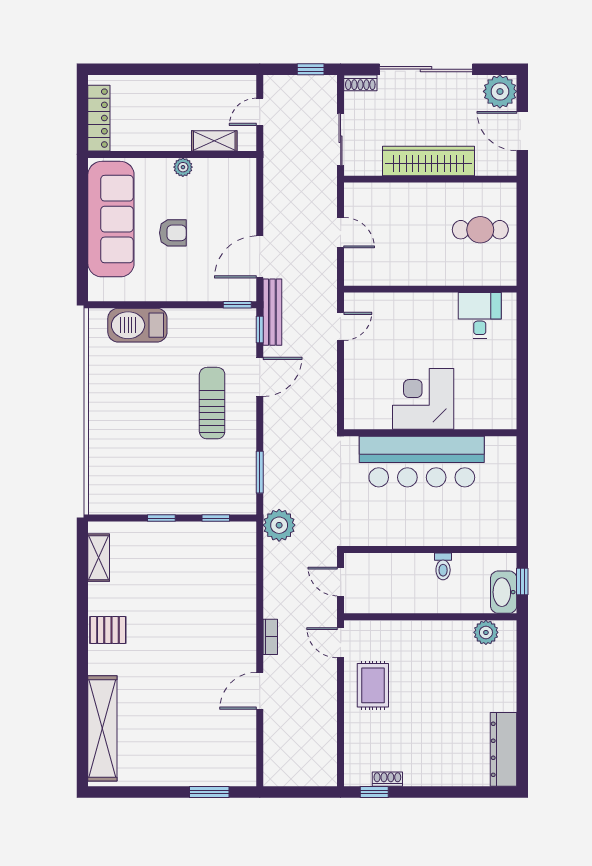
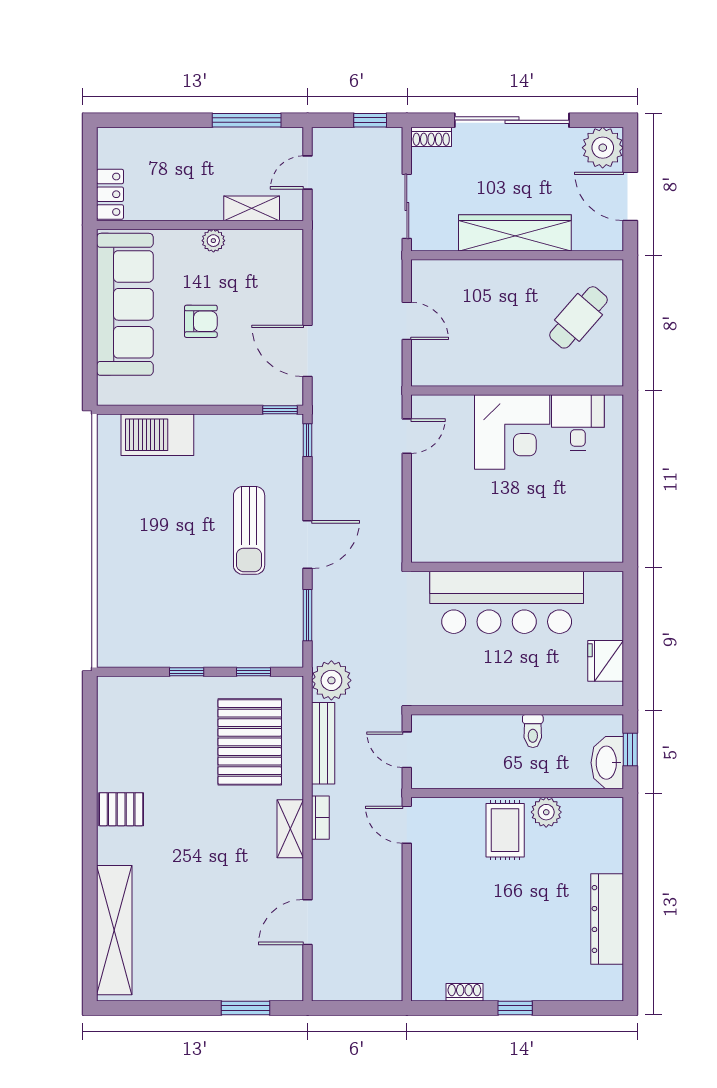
window: (210, 69) -> (247, 120), added
locker: (99, 118) -> (110, 194), width x0.66
cafe table: (480, 230) -> (579, 317), turned -49
door: (260, 257) -> (308, 351), hinge flipped
bench: (272, 312) -> (323, 743), moved
door: (260, 377) -> (308, 545), moved
corner desk: (423, 399) -> (512, 432), moved, turned 180
sun lounger: (212, 403) -> (249, 530), turned 180
fridge: (502, 509) -> (606, 661), added
shelving: (99, 558) -> (290, 829), moved
pallet: (213, 575) -> (250, 742), added
plant: (486, 632) -> (546, 812), moved
rug: (373, 685) -> (505, 830), moved
door: (260, 691) -> (308, 922), moved
dresser: (504, 749) -> (607, 919), moved
window: (374, 792) -> (515, 1008), moved

